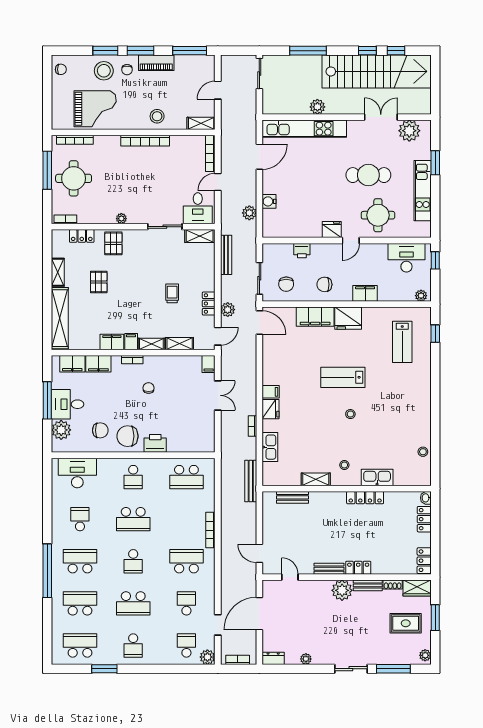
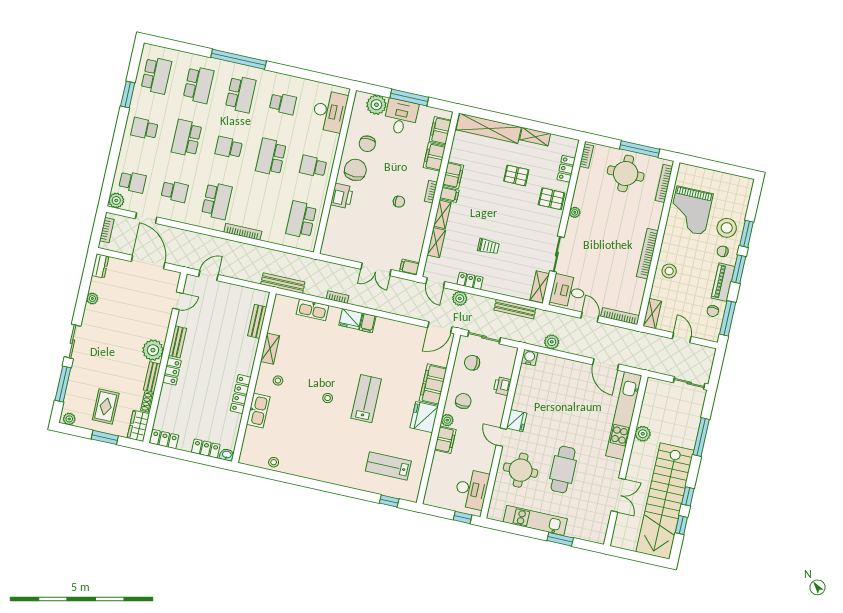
chair: (61, 69) -> (713, 311), moved
plant: (409, 131) -> (598, 520), removed
water cooler: (269, 201) -> (529, 357), moved
plant: (421, 296) -> (447, 420), moved

